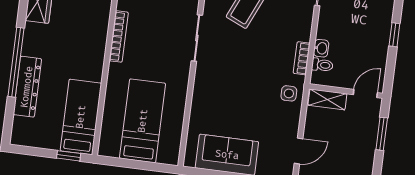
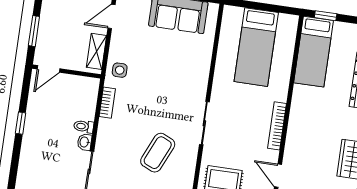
washbasin: (321, 48) -> (85, 142), moved
toilet: (322, 65) -> (84, 126), moved
shelving: (327, 99) -> (96, 51), moved, turned 90

